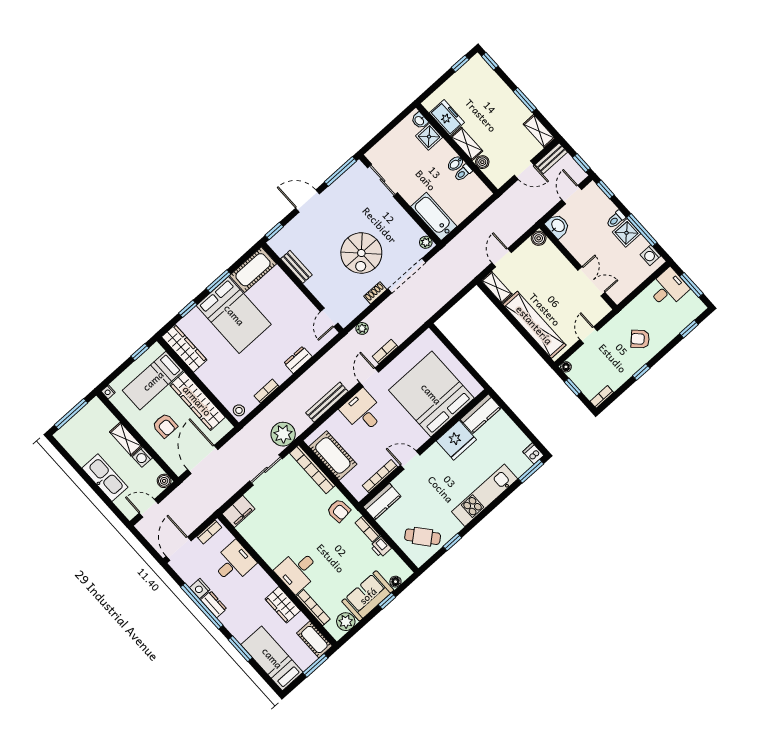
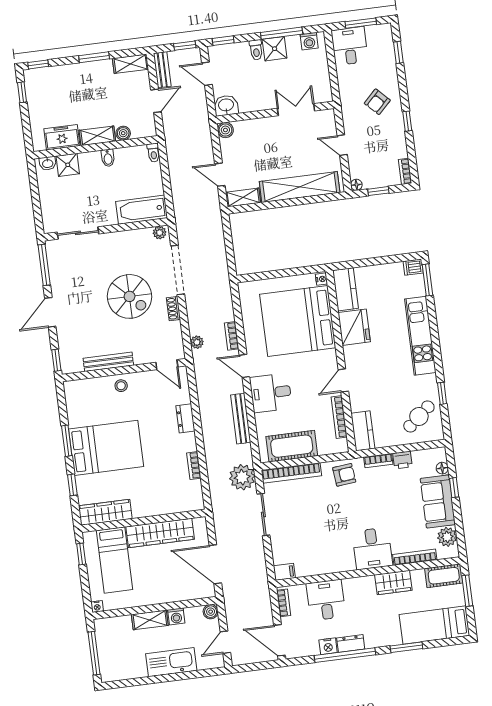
toilet: (463, 173) -> (153, 153), moved
bench: (296, 267) -> (108, 362), width x1.36
cot: (253, 270) -> (78, 403), removed
nightstand: (476, 390) -> (322, 279), added
stool: (239, 410) -> (121, 386), moved
armchair: (165, 426) -> (162, 577), removed
filing cabinet: (239, 511) -> (284, 572), width x0.50

